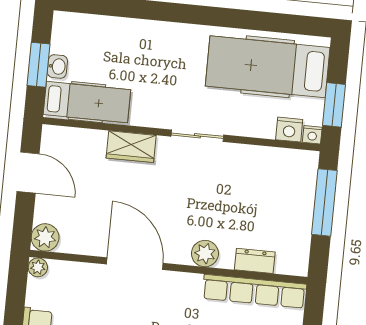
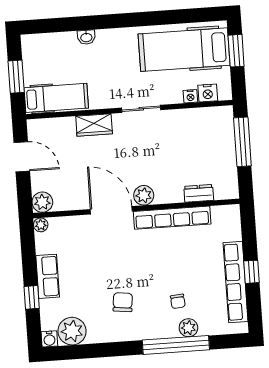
washbasin: (57, 66) -> (86, 37), moved, turned 90
window: (334, 105) -> (236, 51), moved
nightstand: (312, 135) -> (190, 96), moved
plant: (205, 254) -> (144, 195), moved
row of seats: (254, 291) -> (172, 218), moved

